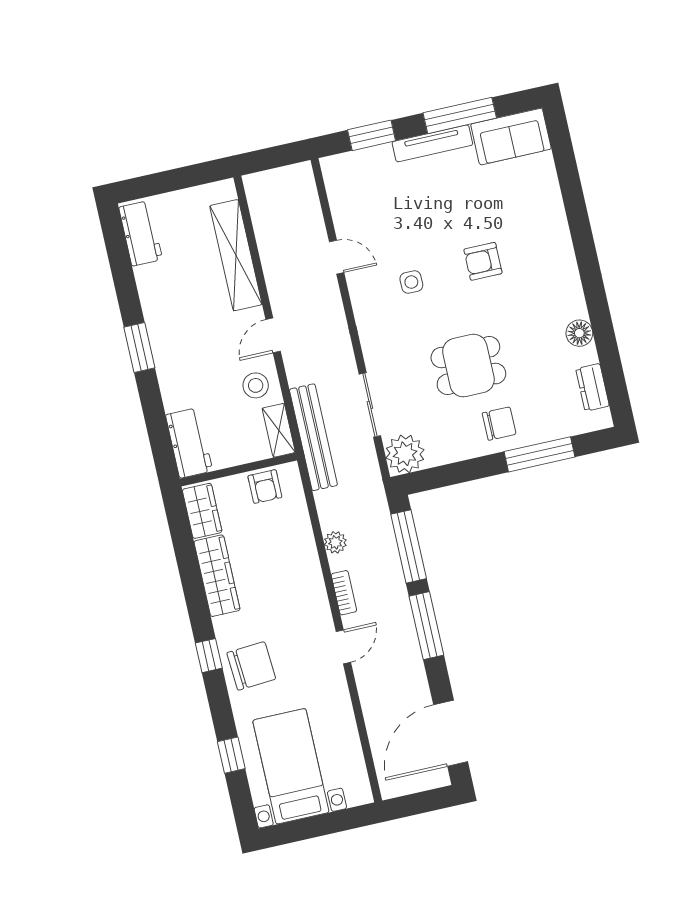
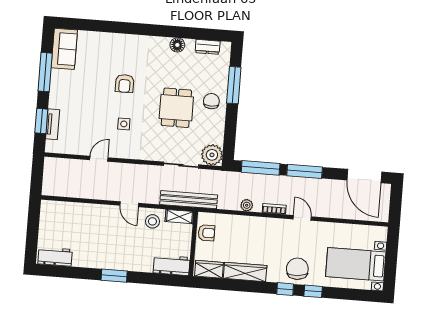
tv unit: (432, 143) -> (53, 124), moved, width x0.71
shelving: (236, 255) -> (82, 211), removed
window: (231, 755) -> (313, 291), moved

